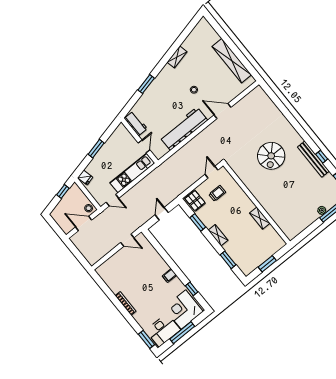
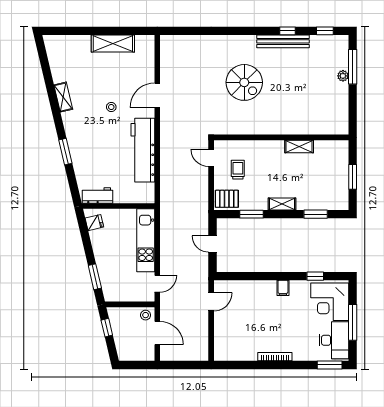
shelving: (232, 61) -> (113, 44), width x0.68
door: (144, 146) -> (128, 206), removed
window: (96, 149) -> (95, 277), moved
fridge: (85, 177) -> (94, 223), moved
door: (84, 224) -> (157, 333), swing flipped

